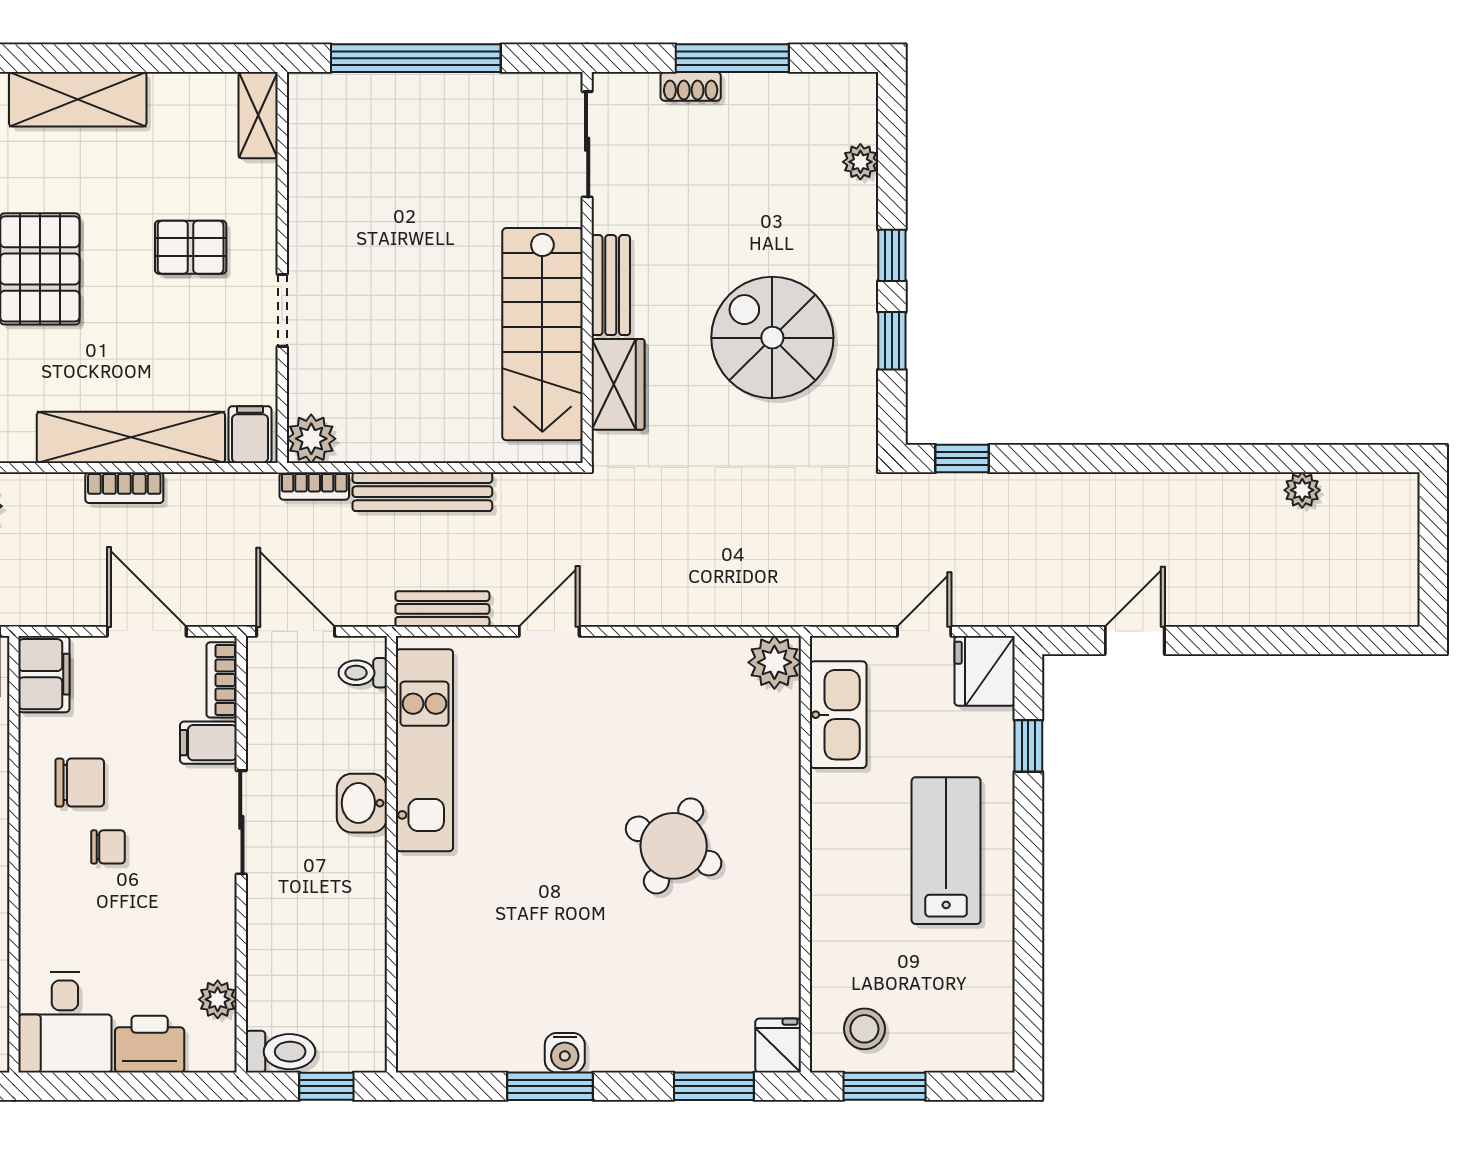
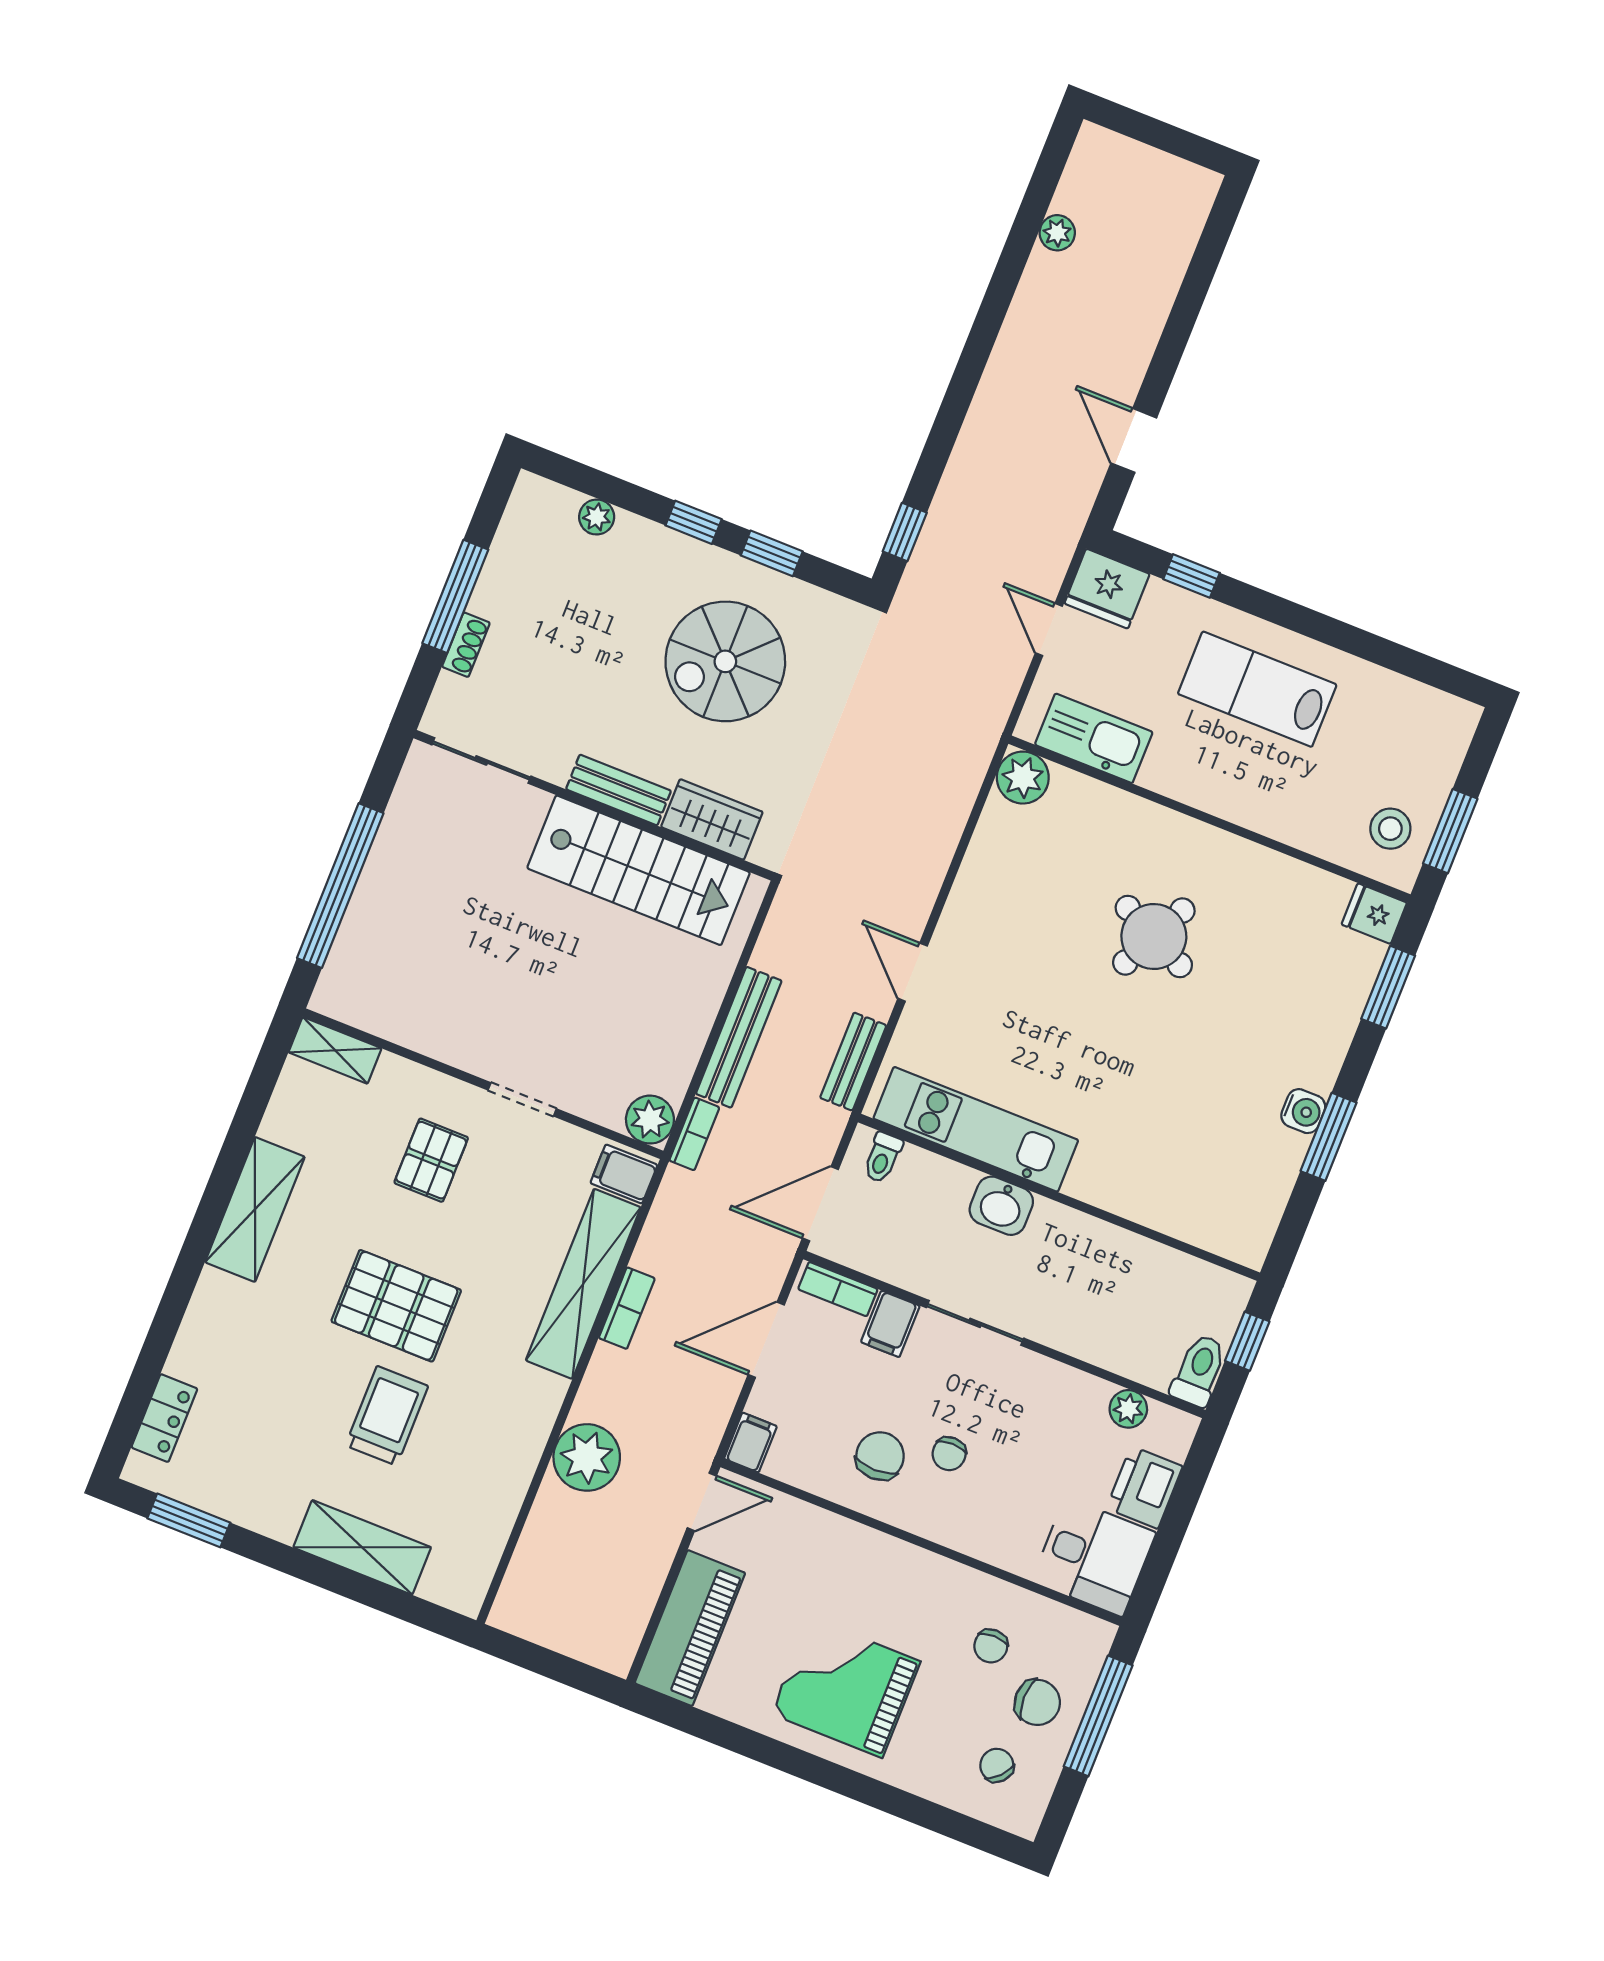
filing cabinet: (44, 674) -> (750, 1442), width x0.50
chair: (108, 847) -> (949, 1454), turned 180

